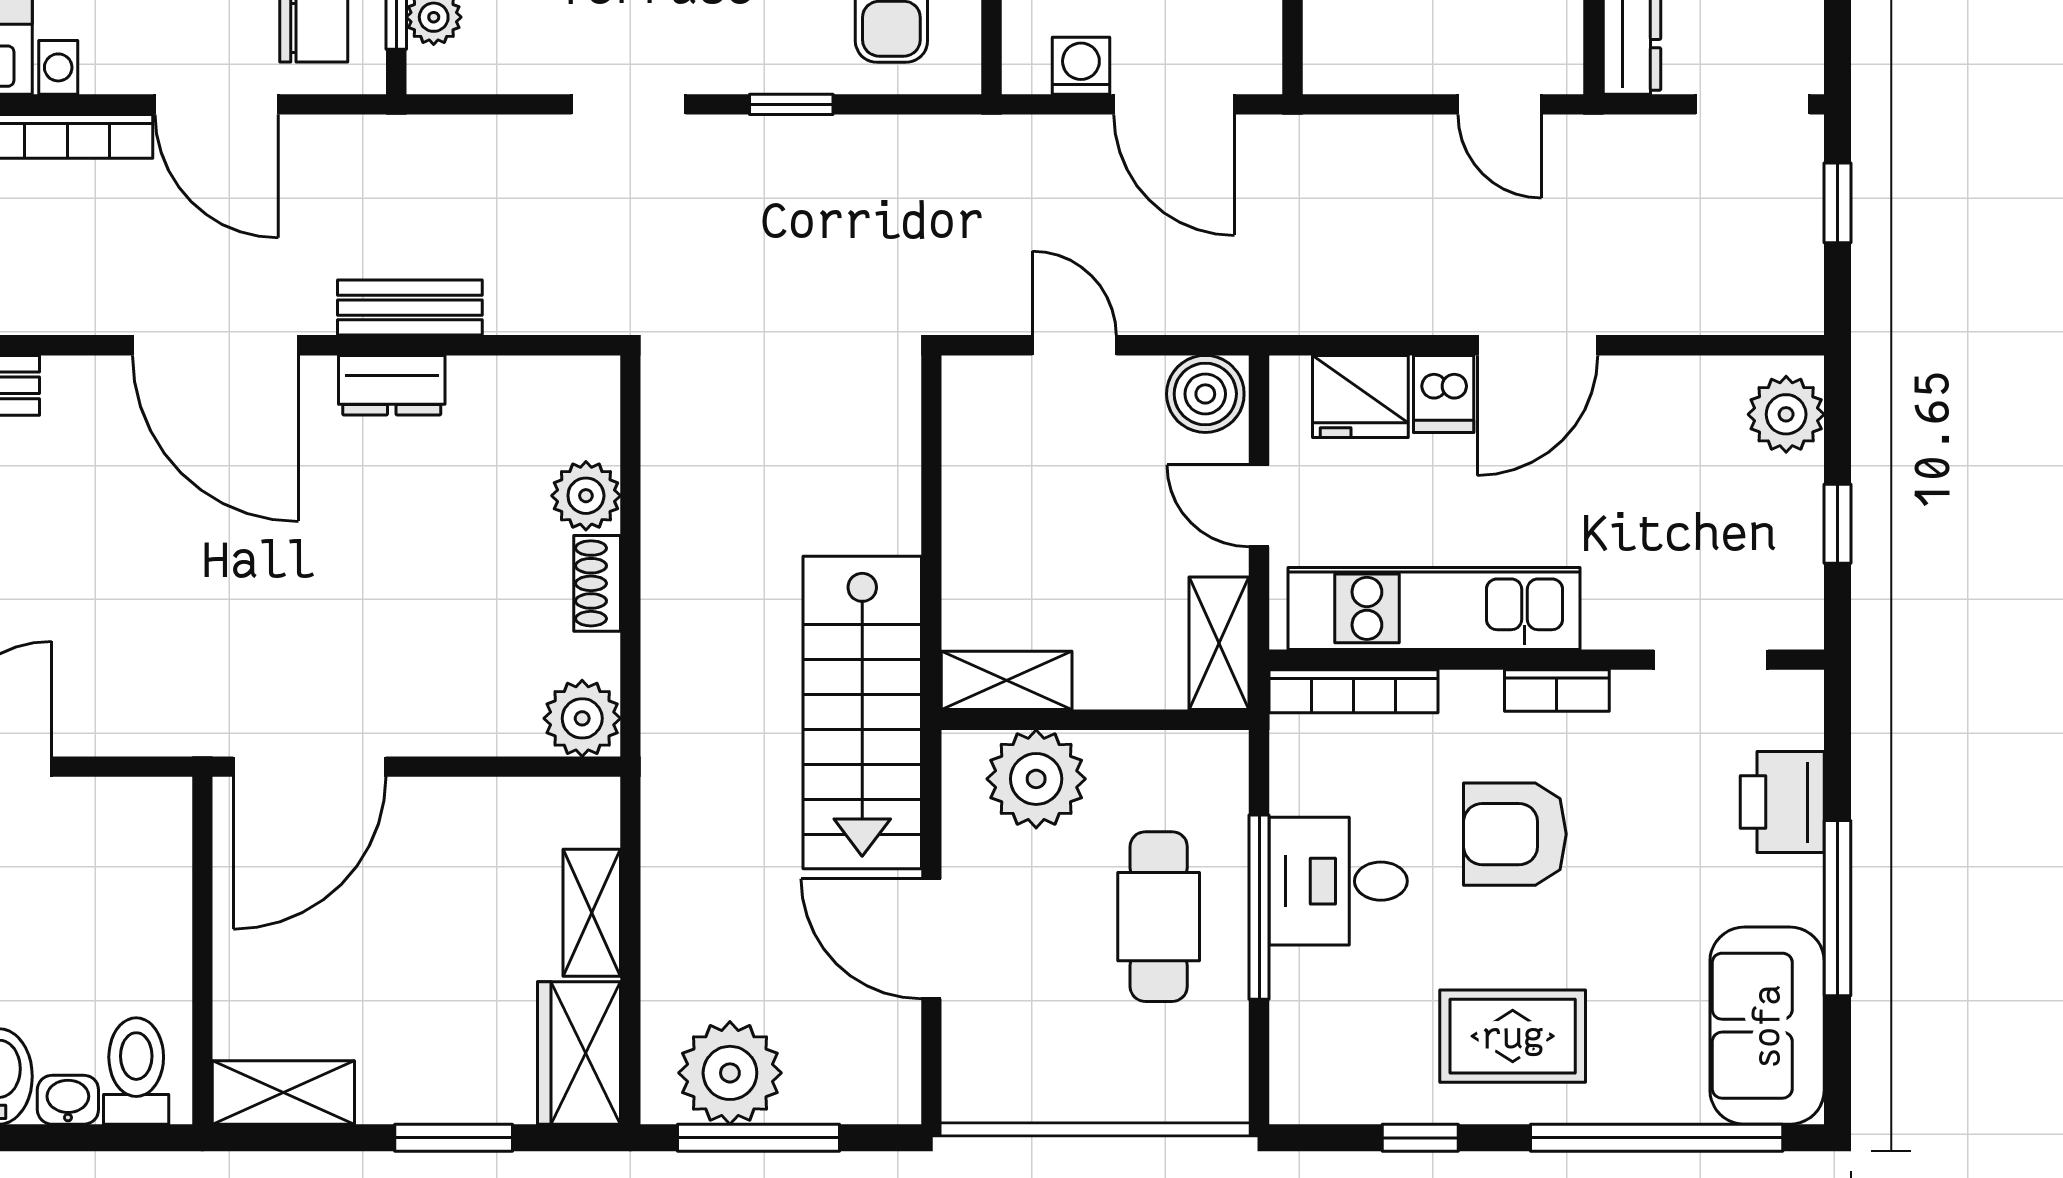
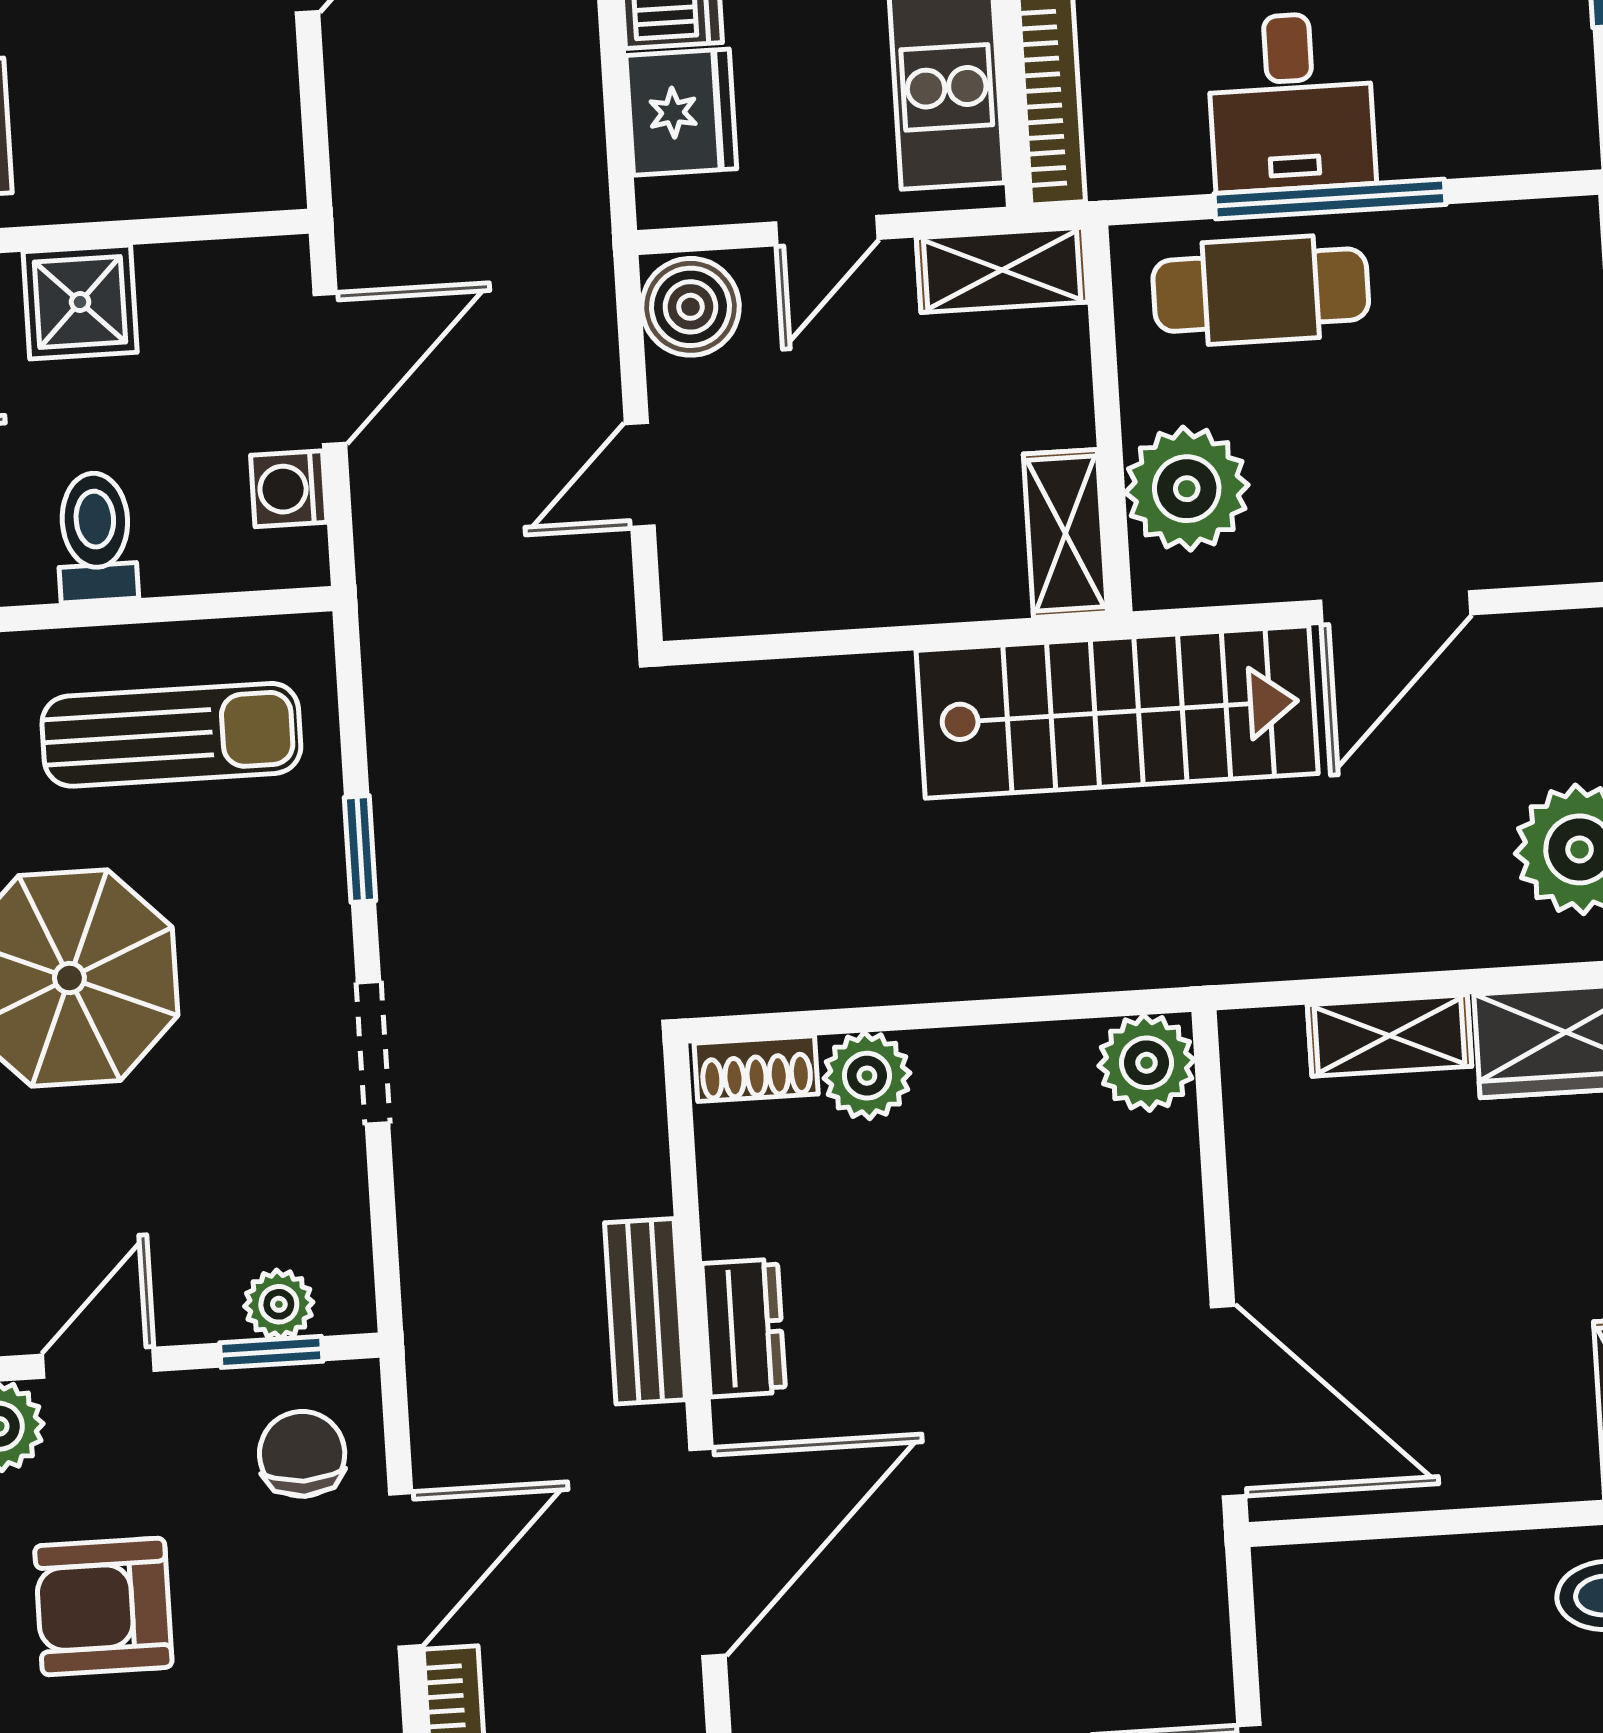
shoe rack: (597, 583) -> (756, 1069), moved
cafe table: (1159, 917) -> (1261, 290), moved

